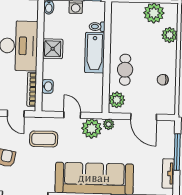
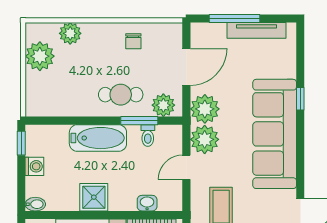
toilet: (97, 27) -> (148, 136), moved
window: (106, 82) -> (139, 121), added
plant: (109, 124) -> (205, 109), width x1.88, depth x1.88
tv unit: (168, 173) -> (256, 30), width x1.41

